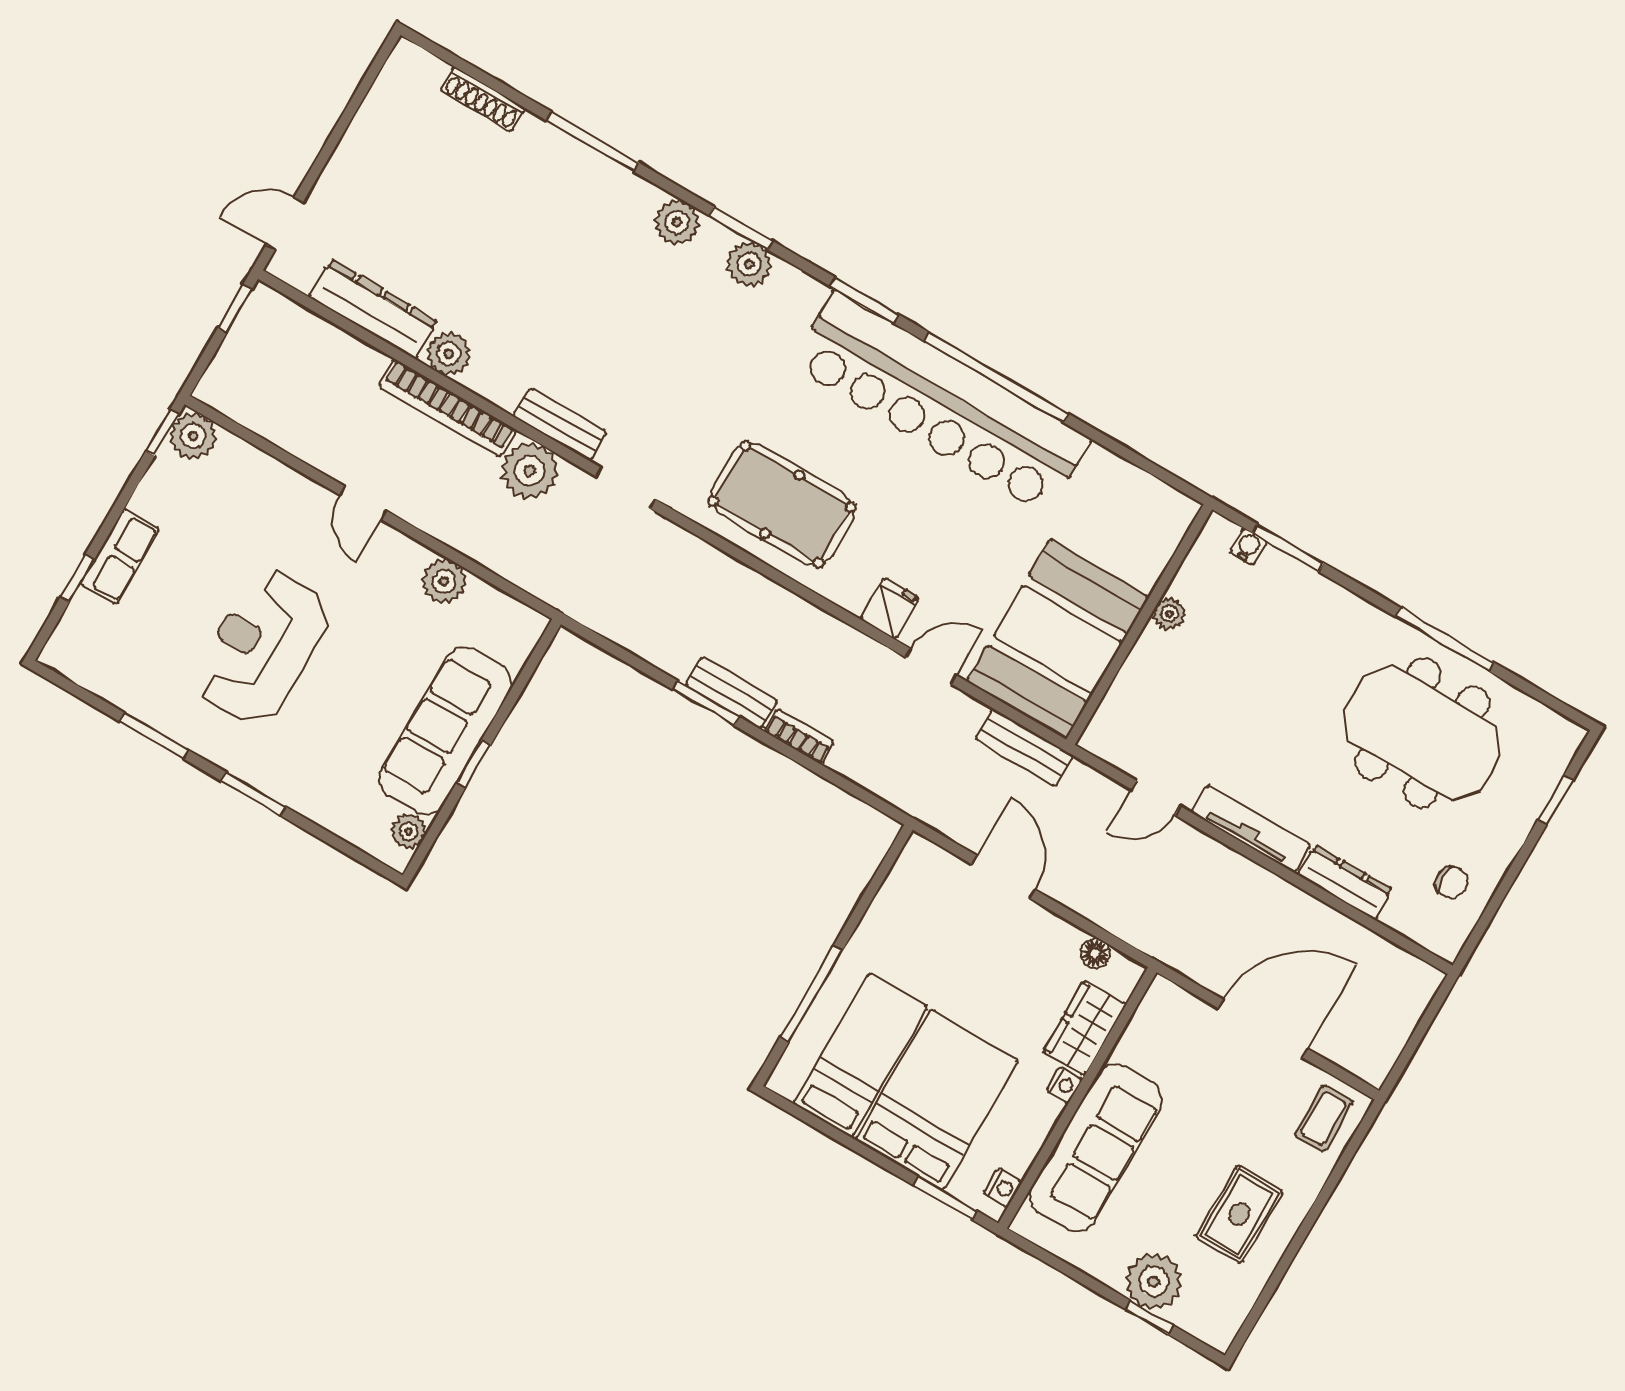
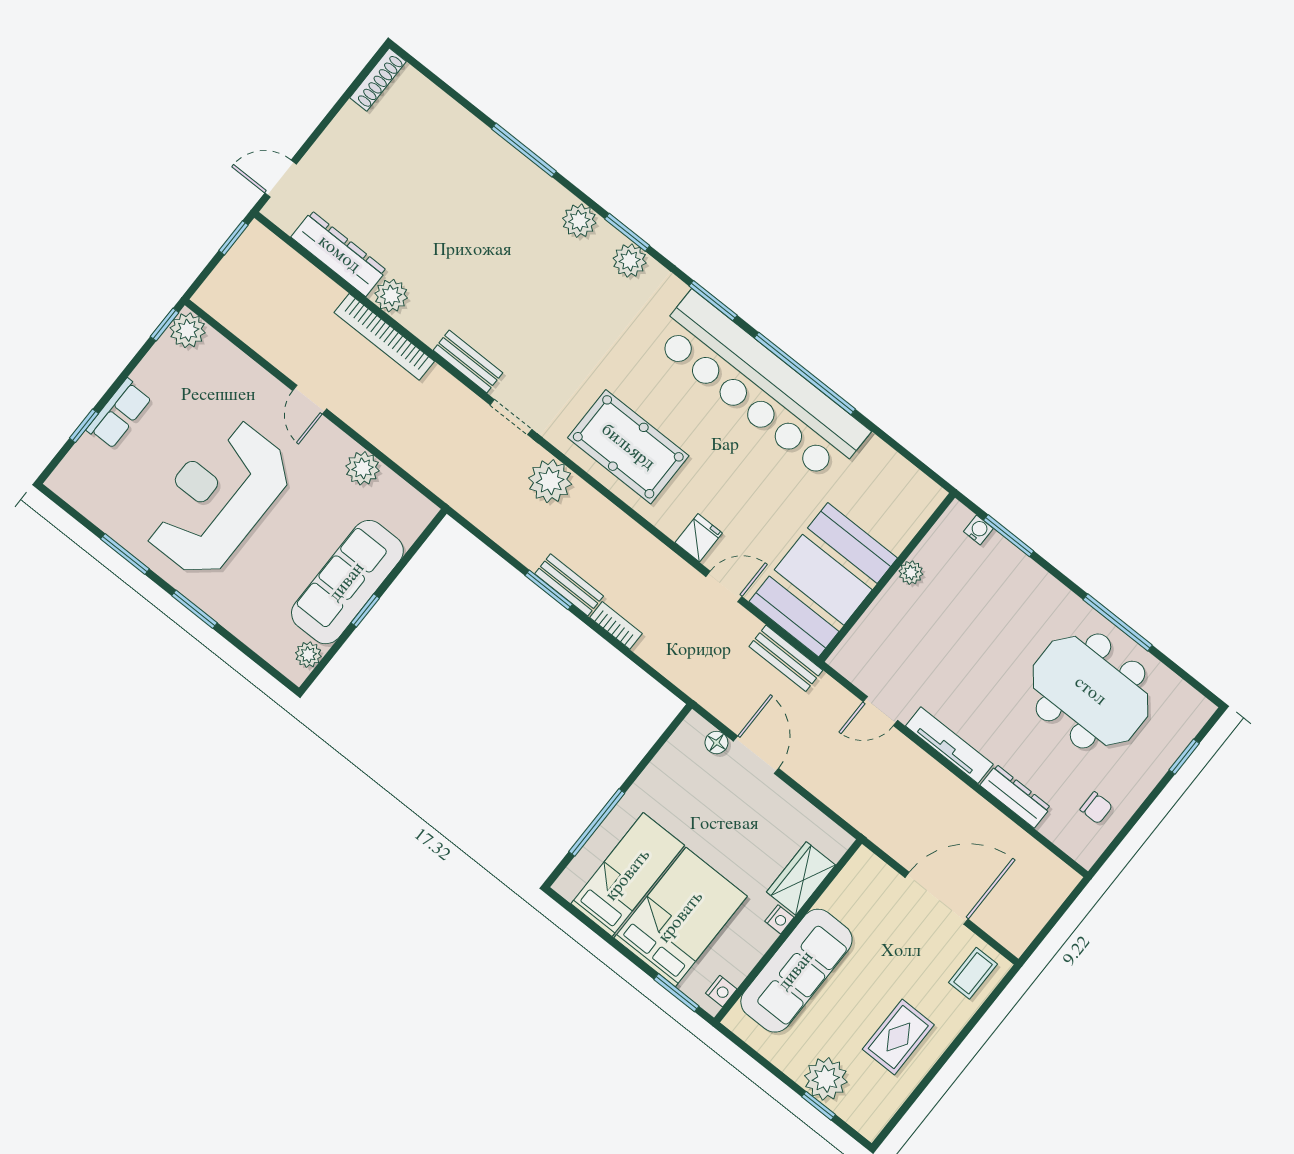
shoe rack: (483, 99) -> (378, 80), moved, turned -90
plant: (530, 471) -> (550, 481), moved
reception desk: (263, 647) -> (217, 498), width x1.36, depth x1.30
floor lamp: (1095, 953) -> (716, 743), moved

